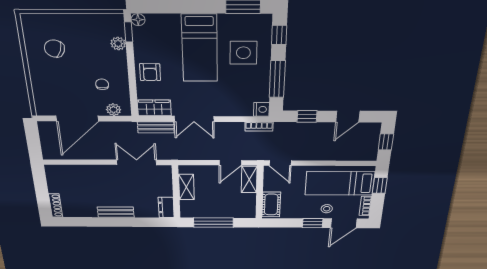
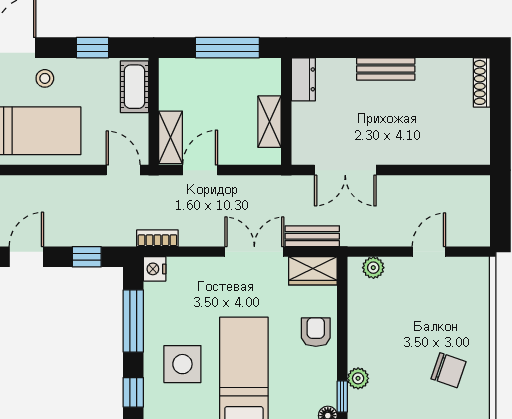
chair: (102, 84) -> (386, 312), removed
door: (77, 118) -> (429, 252), width x0.53
window: (313, 223) -> (93, 48), moved

